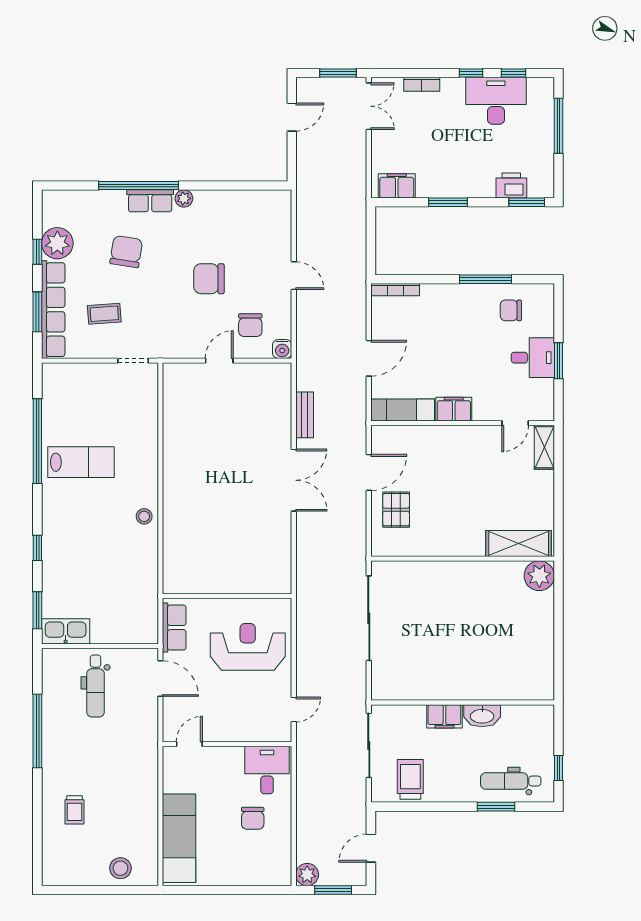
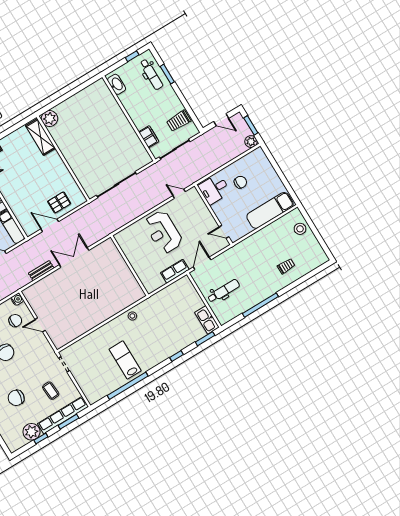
wall: (227, 596) -> (130, 266), moved
filing cabinet: (444, 716) -> (149, 137), moved
washbasin: (482, 716) -> (117, 84), moved

